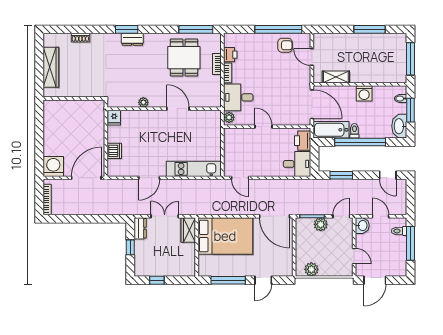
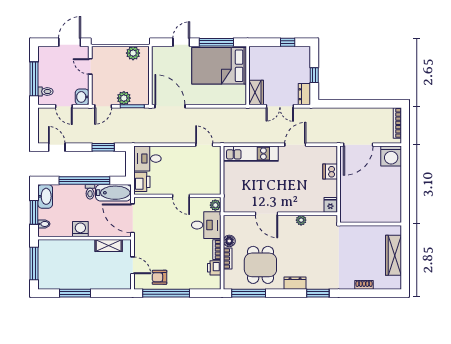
dresser: (132, 39) -> (295, 283), moved
floor lamp: (215, 82) -> (229, 241), added
bed: (225, 236) -> (219, 66), moved

